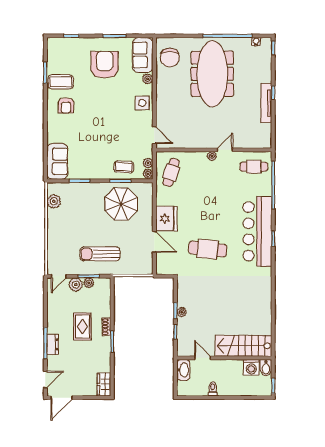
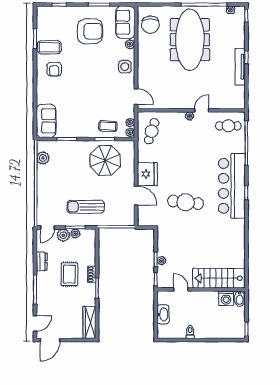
armchair: (105, 65) -> (90, 31), turned 90
dresser: (53, 344) -> (42, 262), moved
stairs: (243, 346) -> (219, 278), moved
door: (203, 358) -> (181, 289), moved
wall: (224, 358) -> (201, 289), moved
washing machine: (251, 367) -> (226, 298), moved
bidet: (266, 368) -> (240, 299), moved
wardrobe: (104, 384) -> (89, 322), width x1.50

